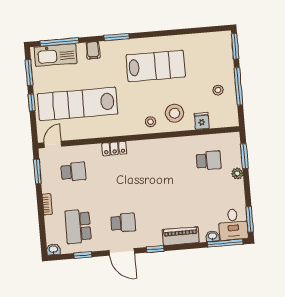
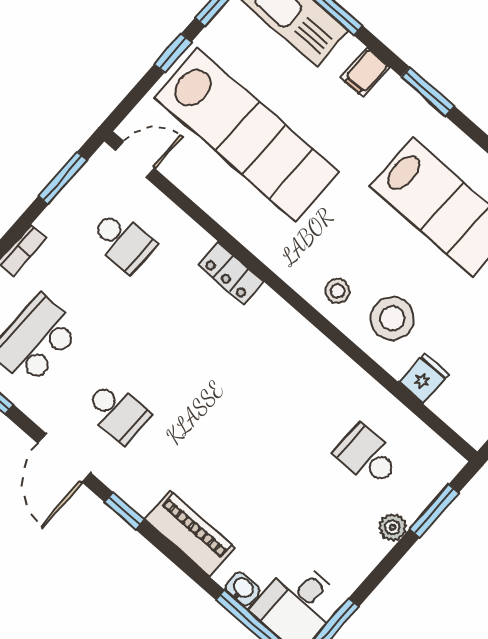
lab bench: (78, 104) -> (247, 135), turned 180
school desk: (209, 160) -> (367, 456), turned 180

